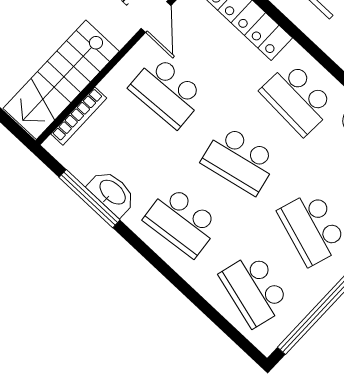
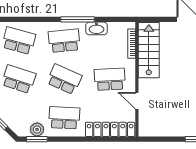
school desk: (240, 160) -> (64, 79), turned 36
window: (89, 199) -> (77, 19), moved

